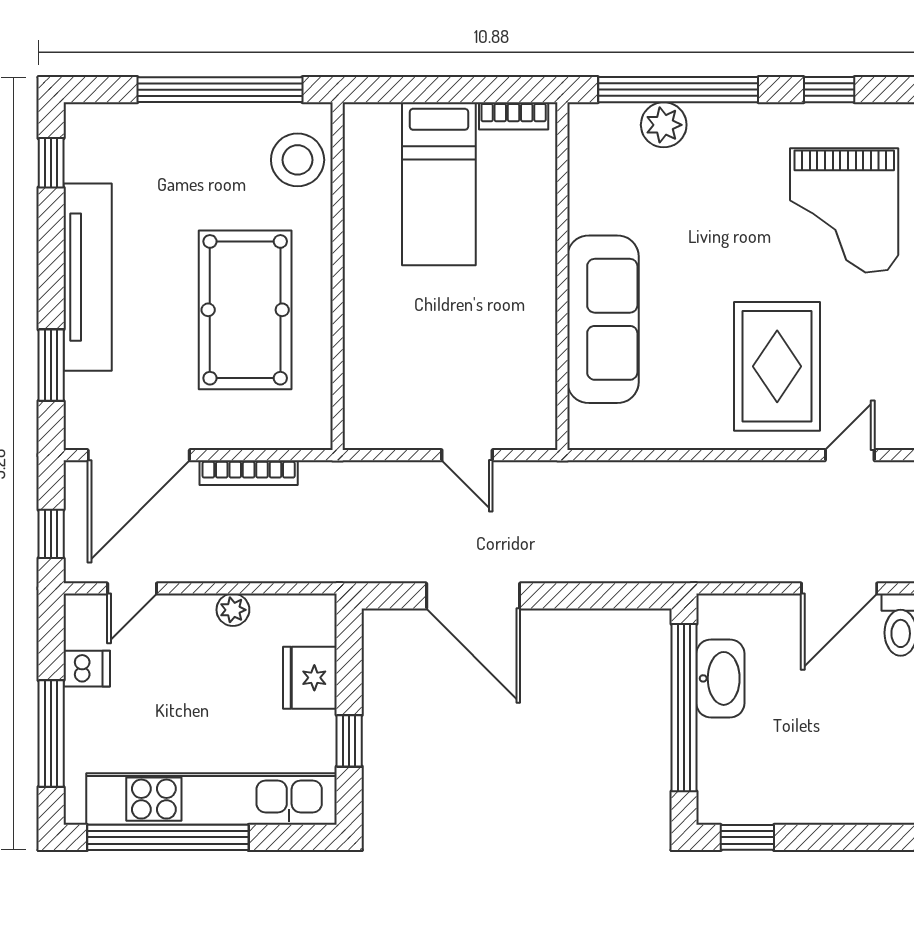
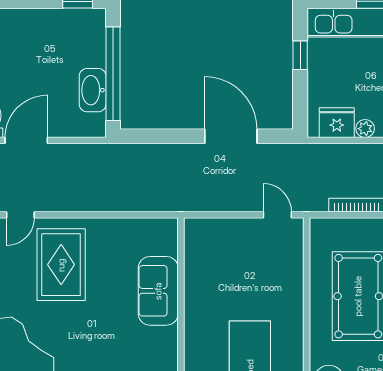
sofa: (603, 319) -> (158, 291), width x0.73
door: (467, 455) -> (277, 215), moved
fridge: (310, 678) -> (337, 123), moved, turned -90

